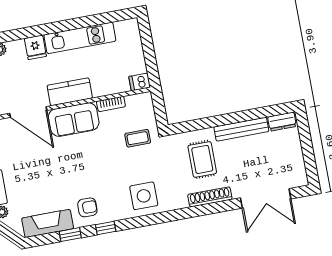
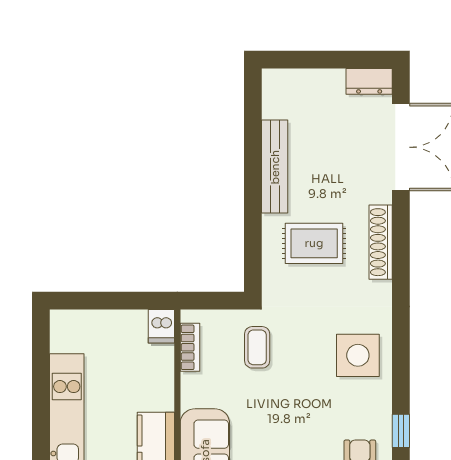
bookcase: (111, 104) -> (190, 347), moved
dresser: (282, 122) -> (369, 81), moved, turned 90

